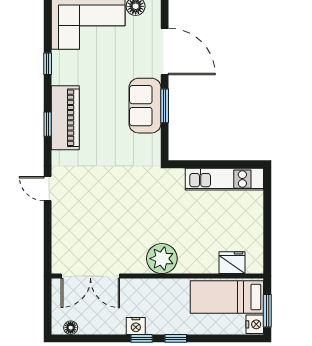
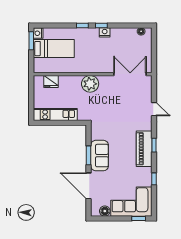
plant: (162, 259) -> (90, 84), moved
fridge: (232, 263) -> (51, 82), moved
double door: (90, 276) -> (130, 74), moved
wall: (157, 276) -> (93, 74), moved

